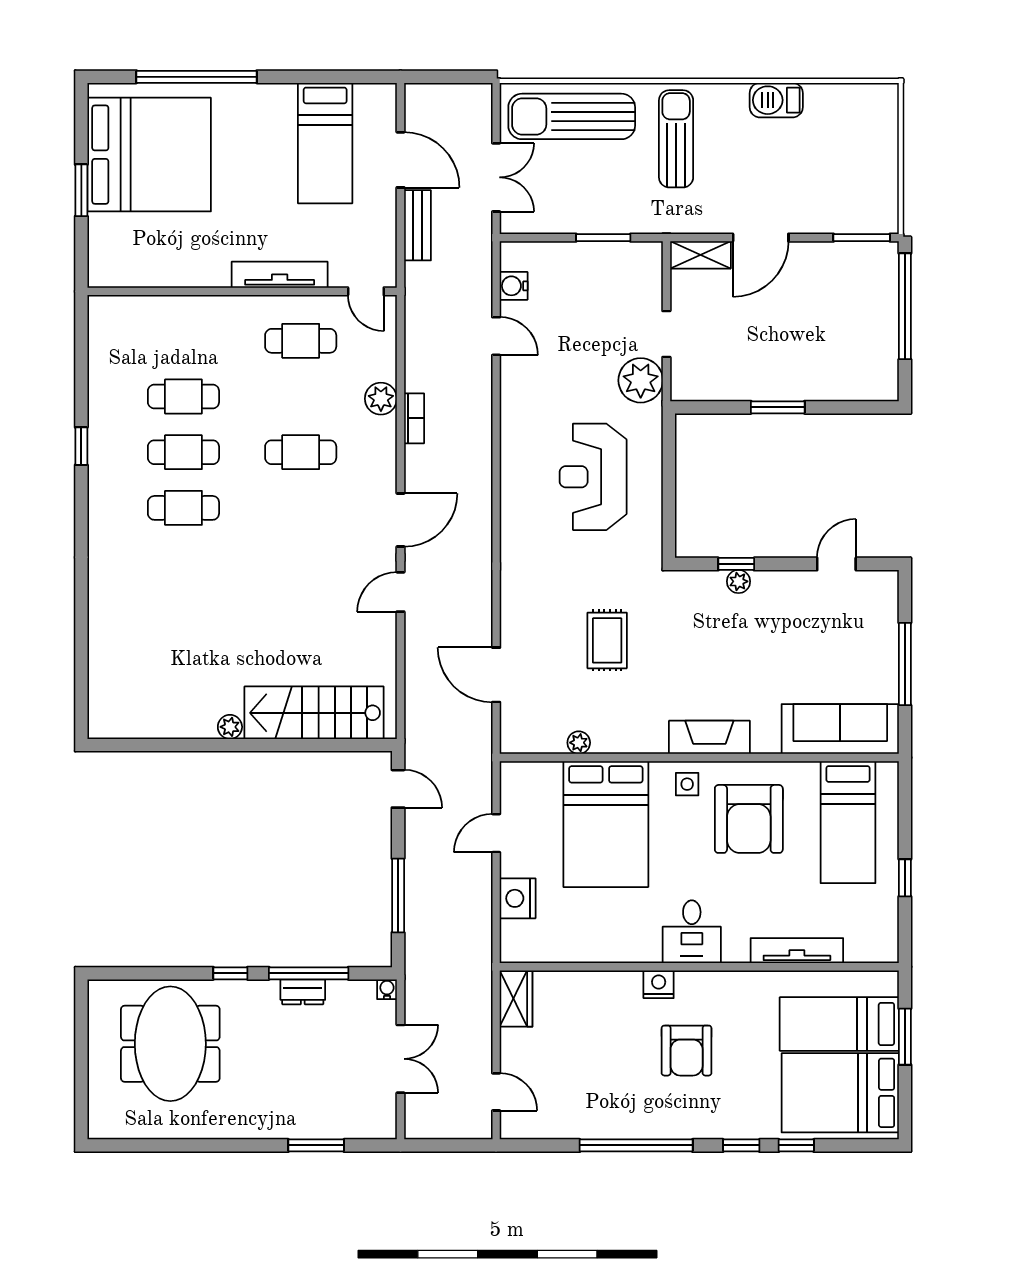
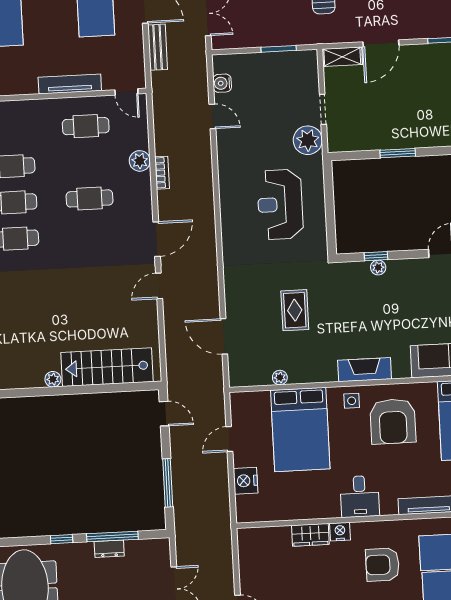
water cooler: (387, 989) -> (164, 544), removed
wardrobe: (516, 999) -> (310, 535), moved, turned 90
armchair: (687, 1051) -> (382, 565), moved, turned 90

